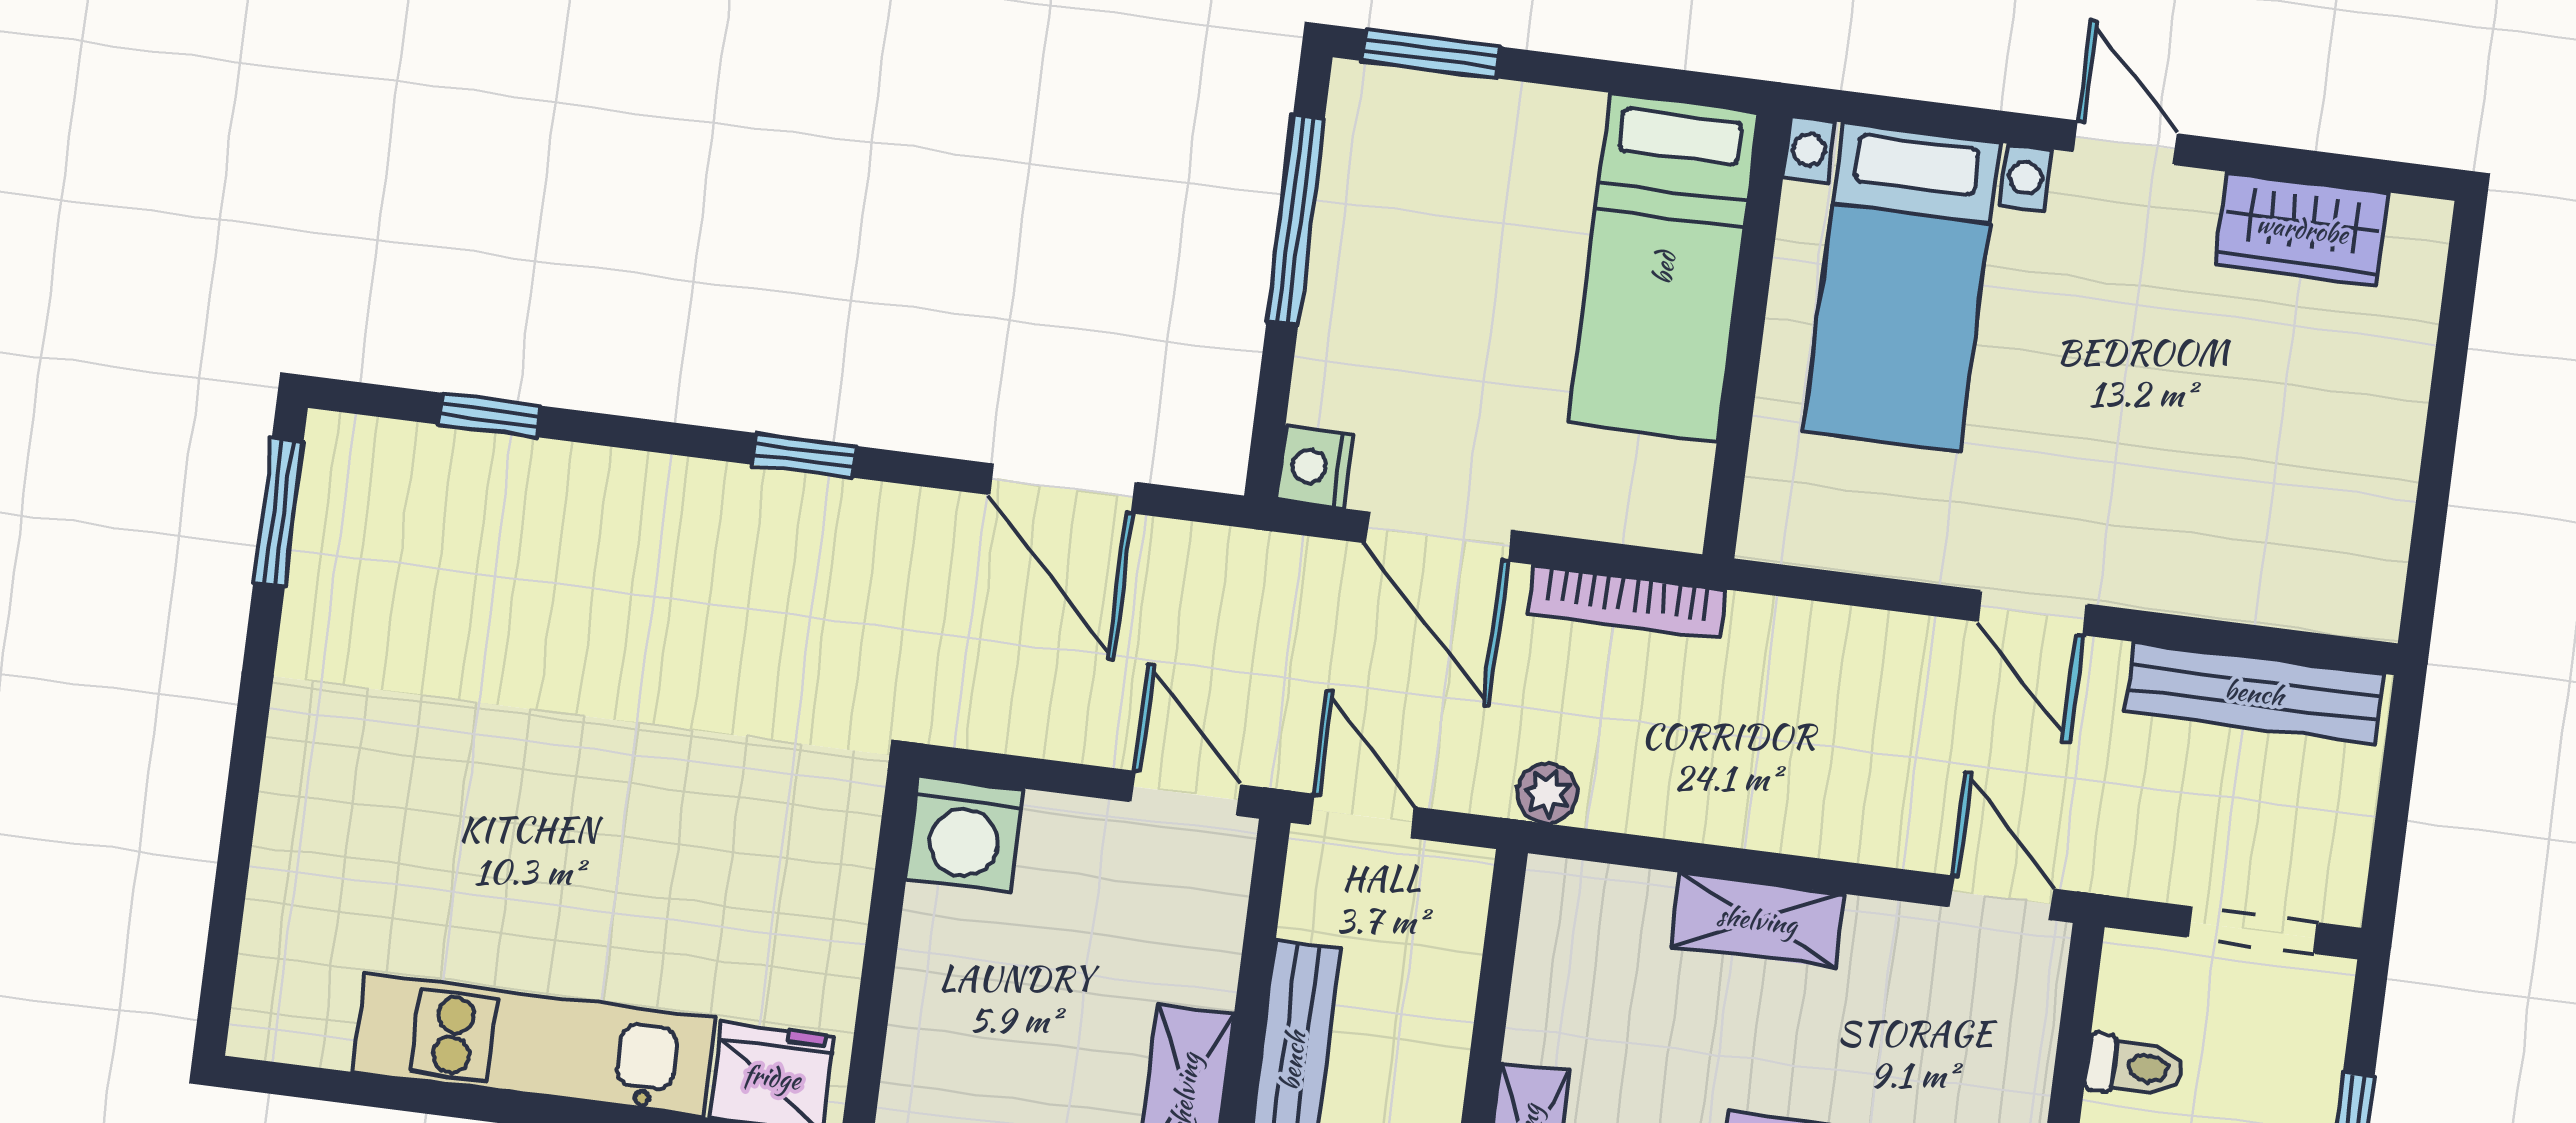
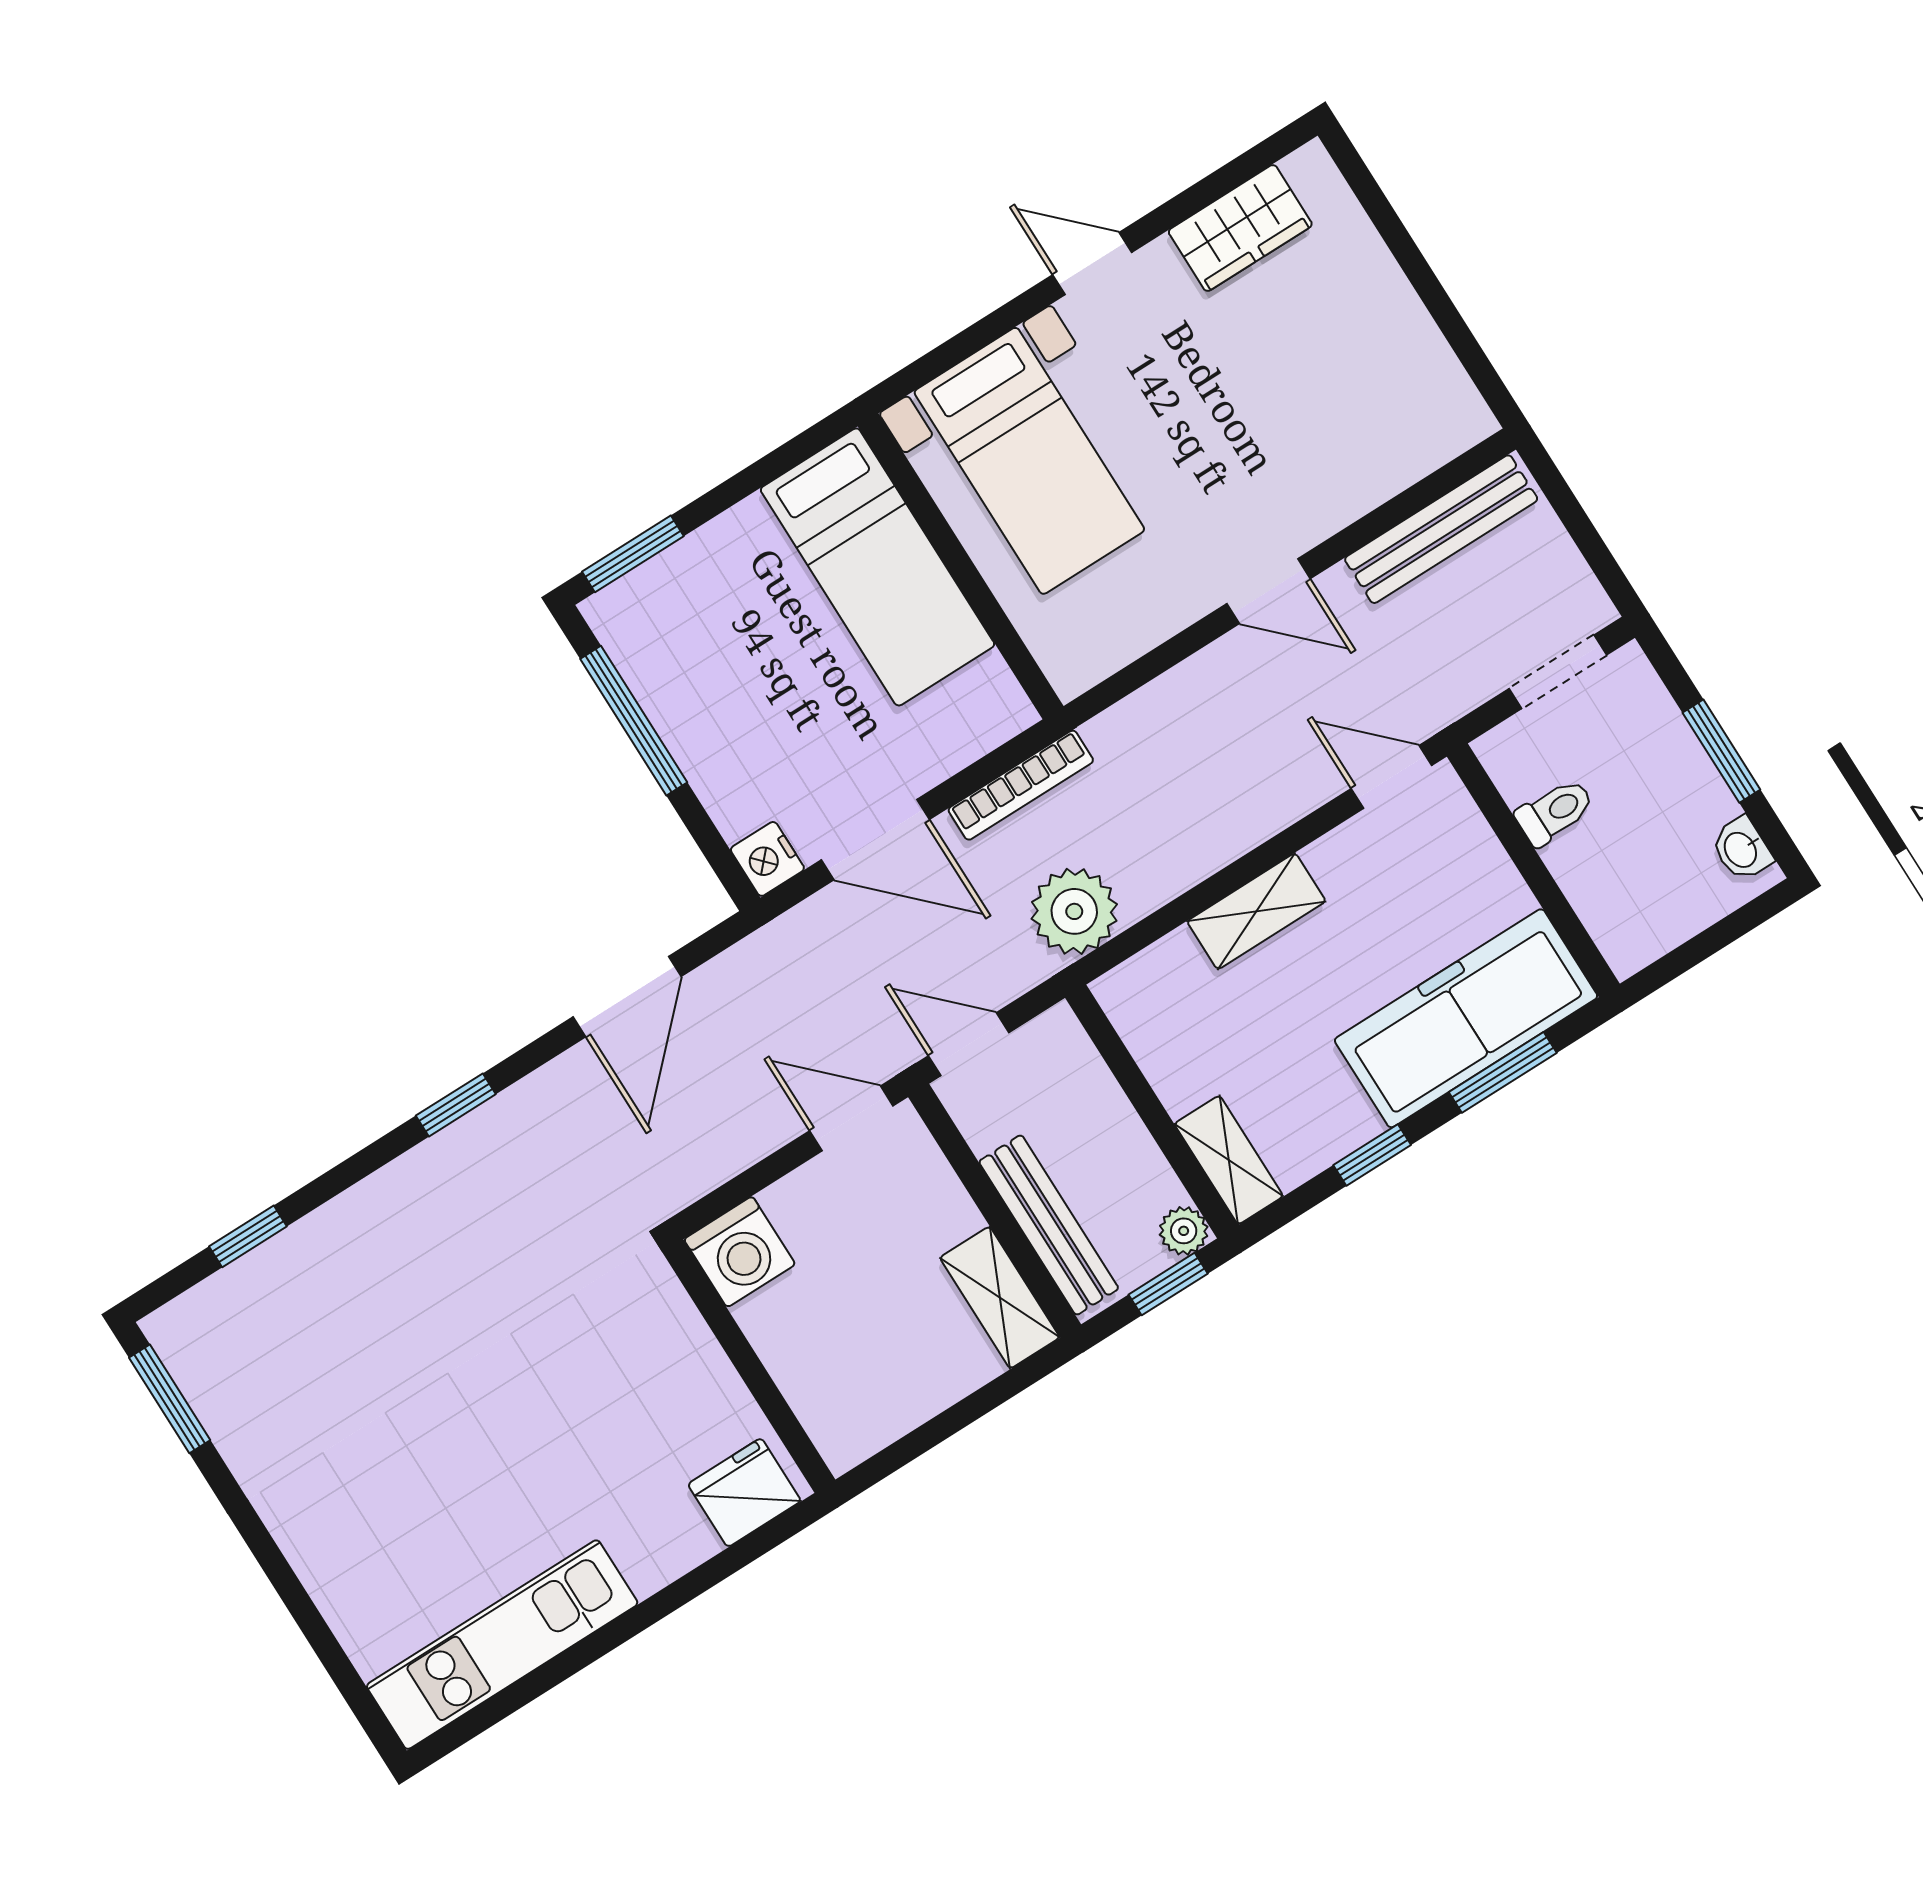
door: (1063, 488) -> (627, 997), hinge flipped
plant: (1547, 794) -> (1074, 911), width x1.88, depth x1.88
kitchen unit: (534, 1045) -> (502, 1645), moved

